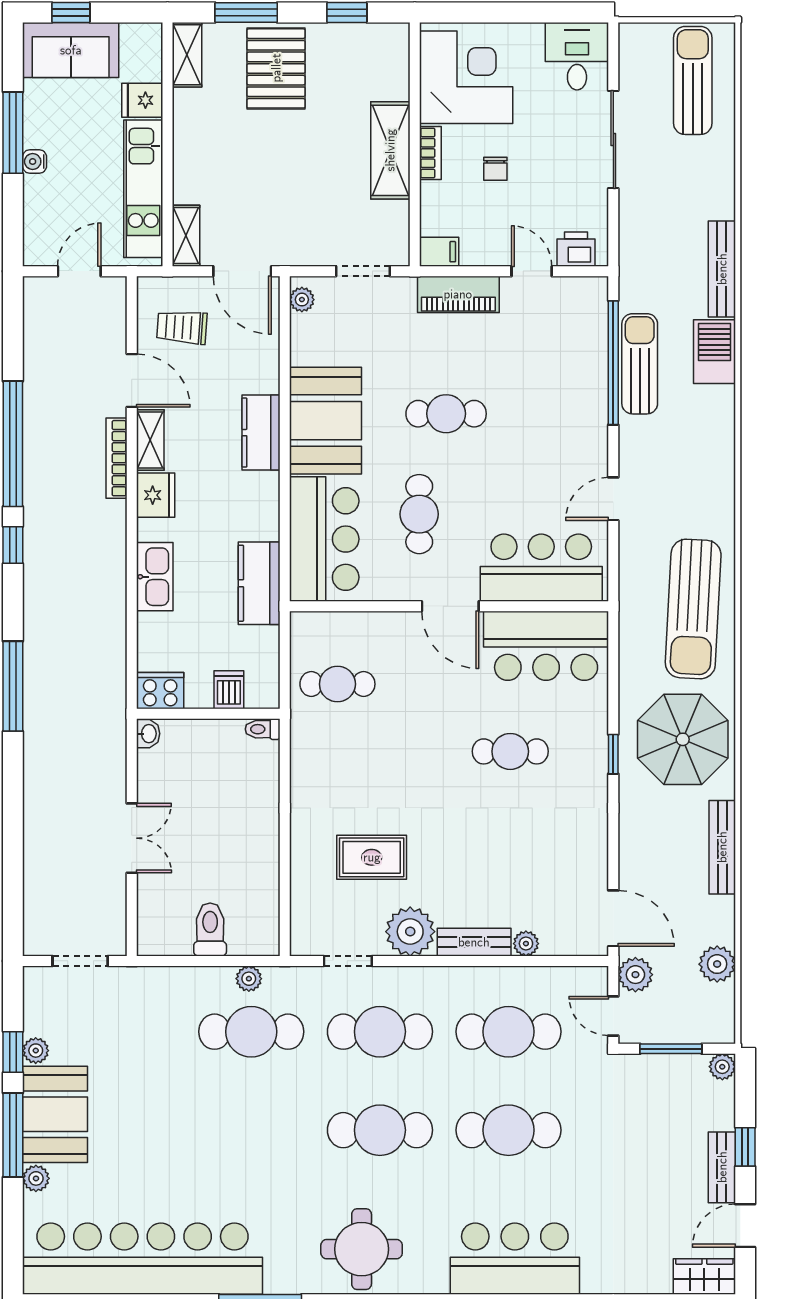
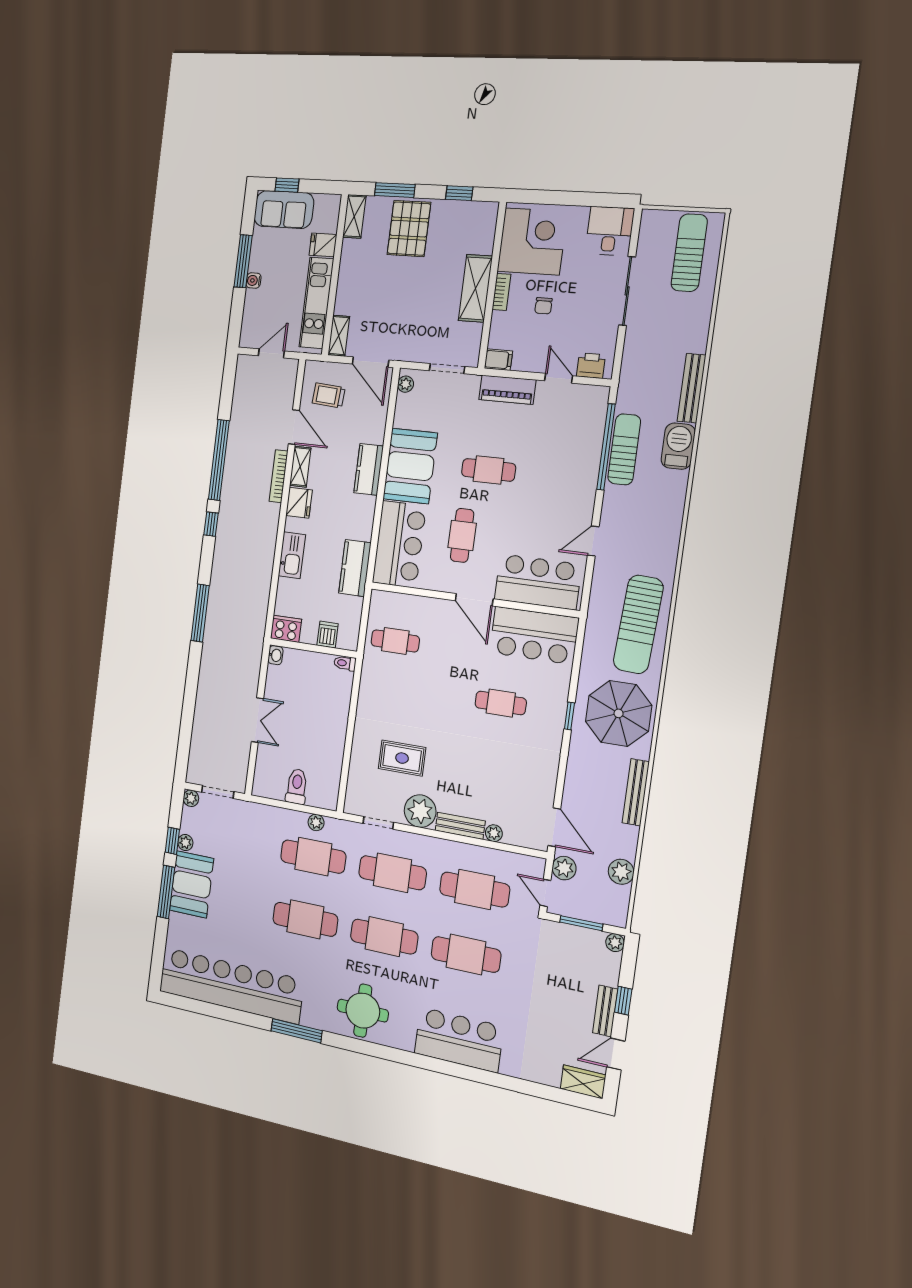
cafe table: (251, 1130) -> (305, 919), added
plant: (36, 1178) -> (191, 798), moved

